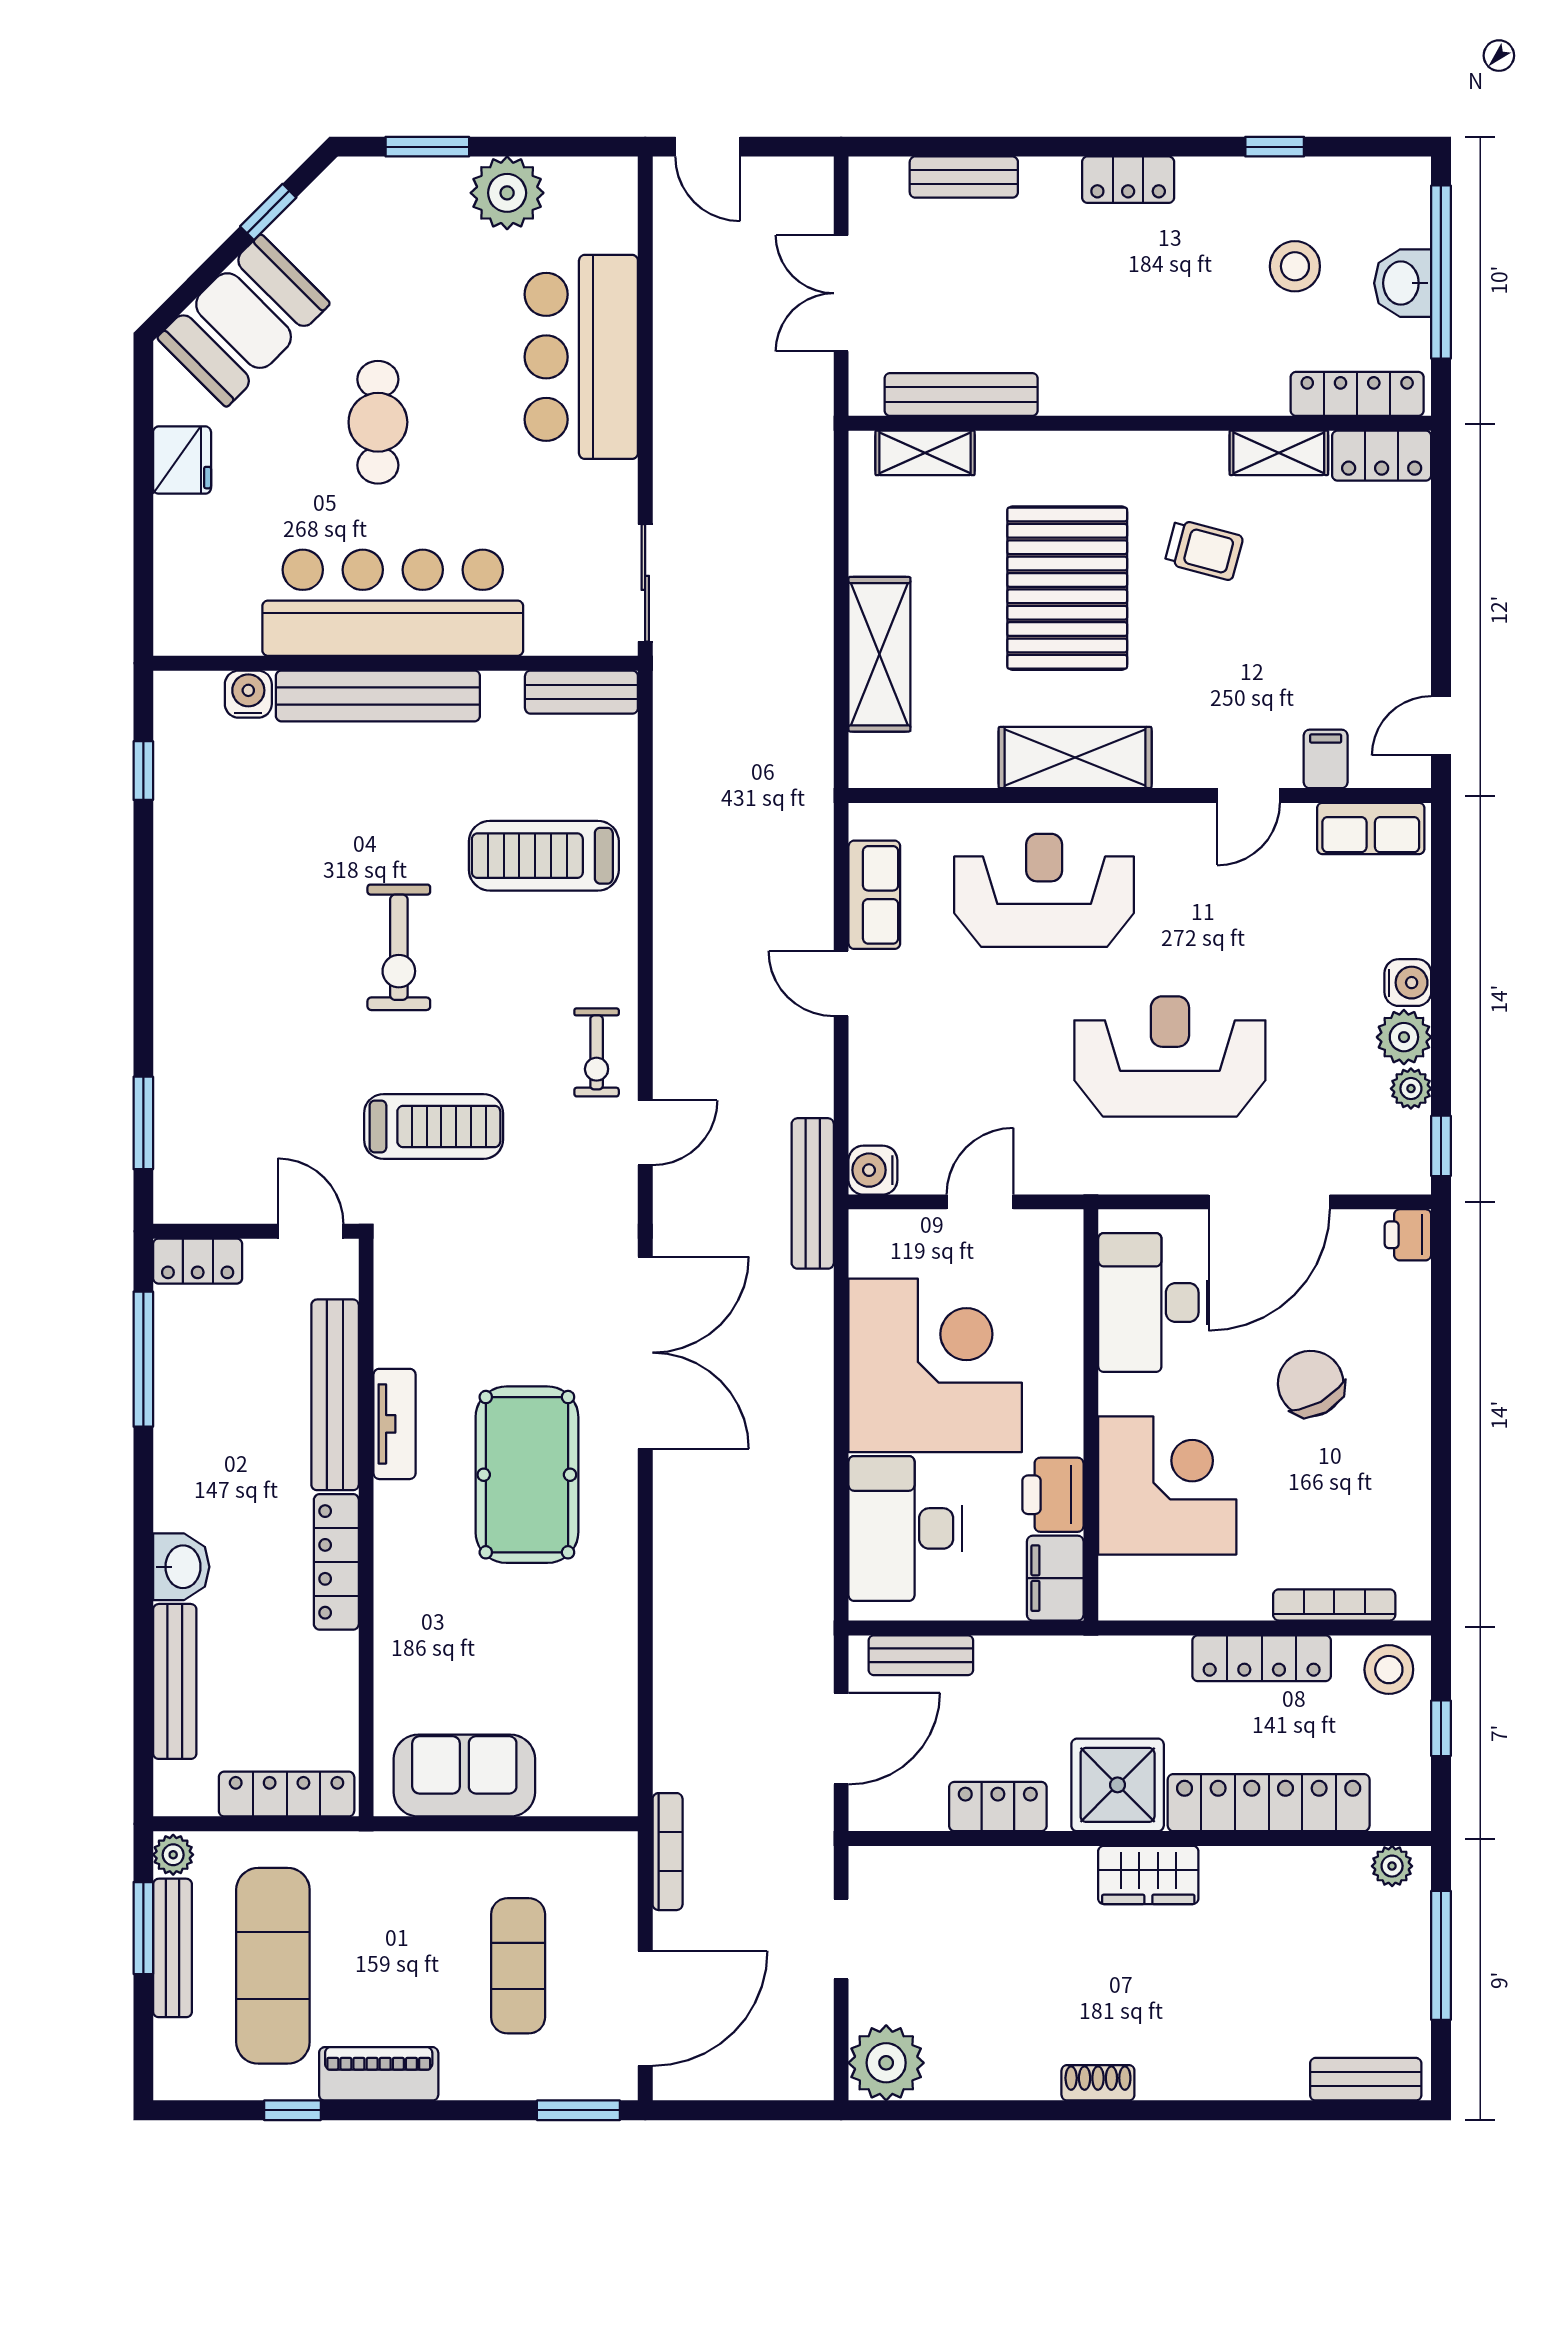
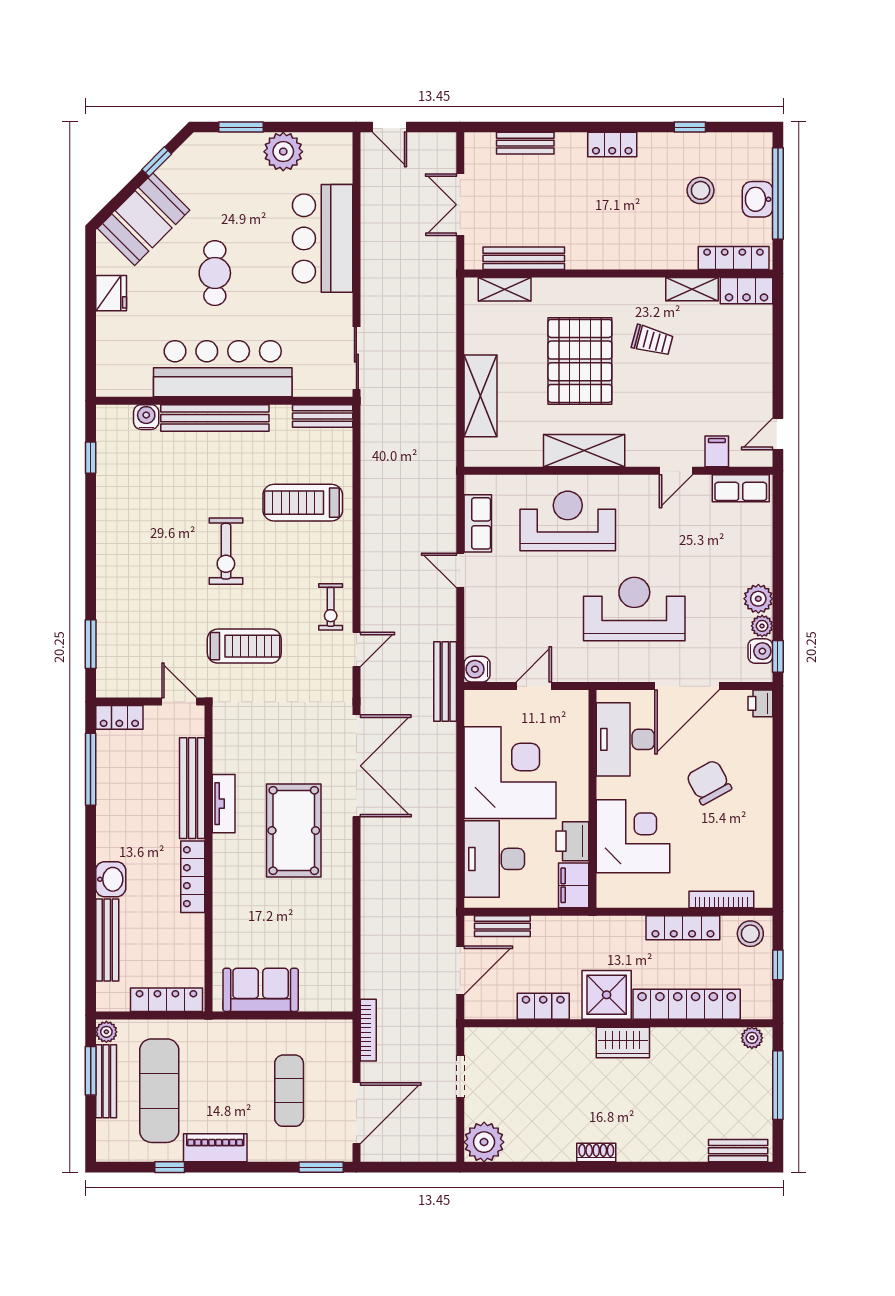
water cooler: (1408, 983) -> (760, 651), moved

